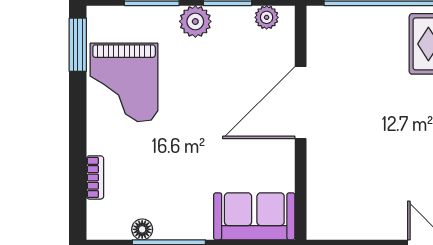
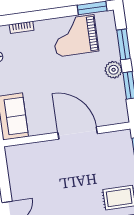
plant: (267, 17) -> (121, 108), removed

